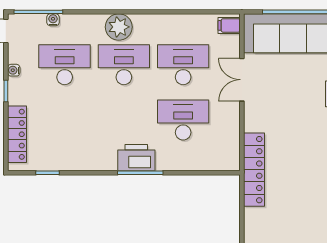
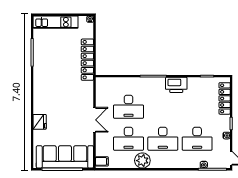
plant: (119, 27) -> (142, 161), moved
double door: (242, 80) -> (95, 120), moved
printer: (136, 158) -> (176, 85), moved
locker: (254, 170) -> (87, 60), moved

